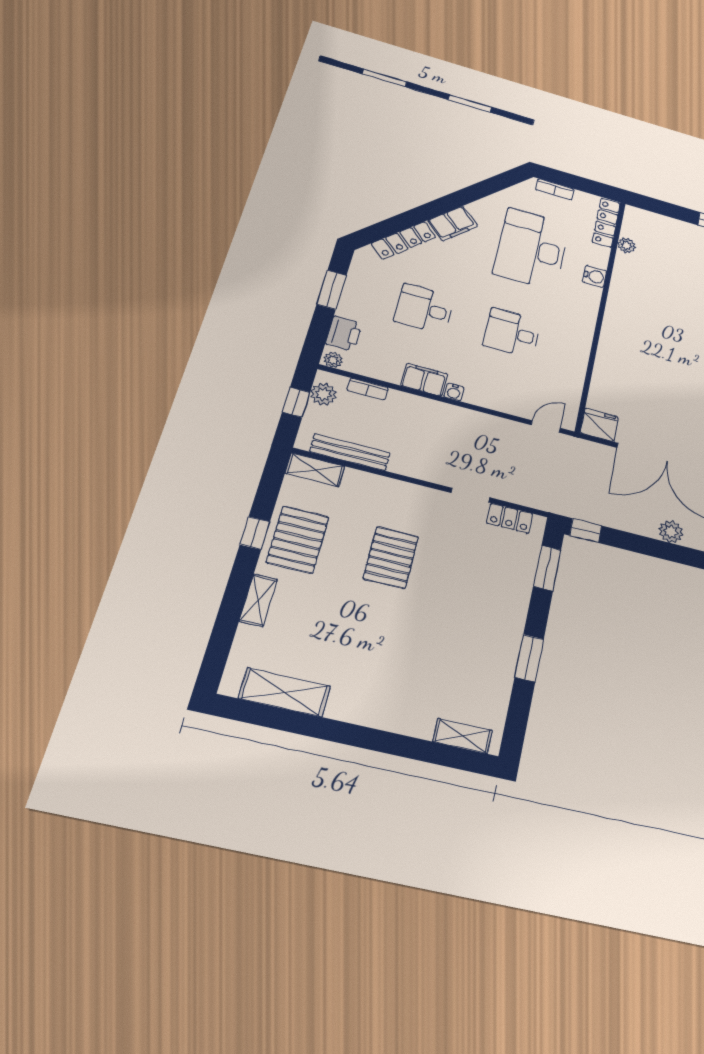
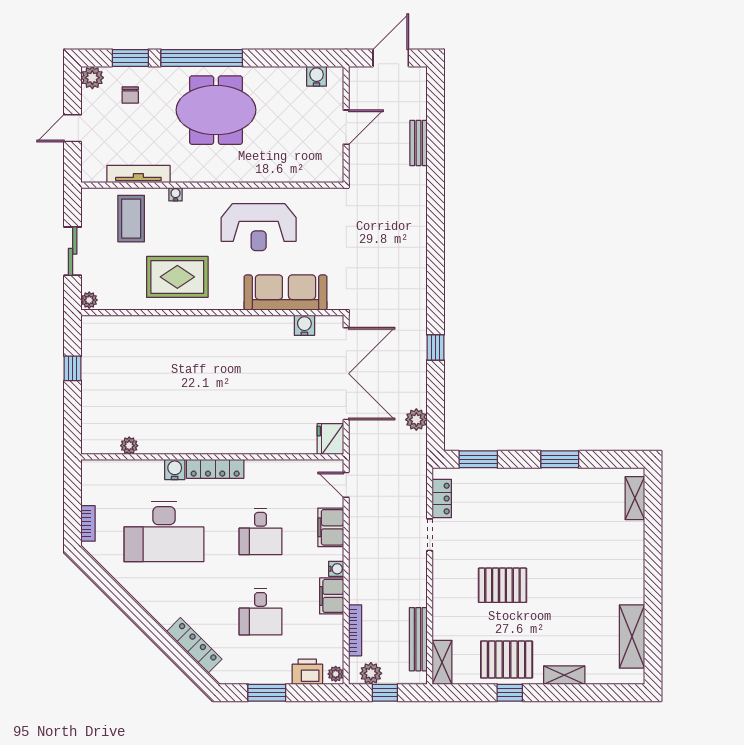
filing cabinet: (453, 223) -> (331, 527), moved, turned -135
locker: (606, 223) -> (215, 469), moved
bookcase: (368, 389) -> (355, 630), width x1.56
window: (586, 531) -> (435, 347), moved
plant: (671, 532) -> (416, 420), moved

